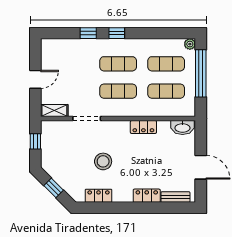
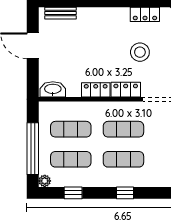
window: (88, 33) -> (73, 193), moved
locker: (147, 196) -> (126, 90), moved, turned 180

